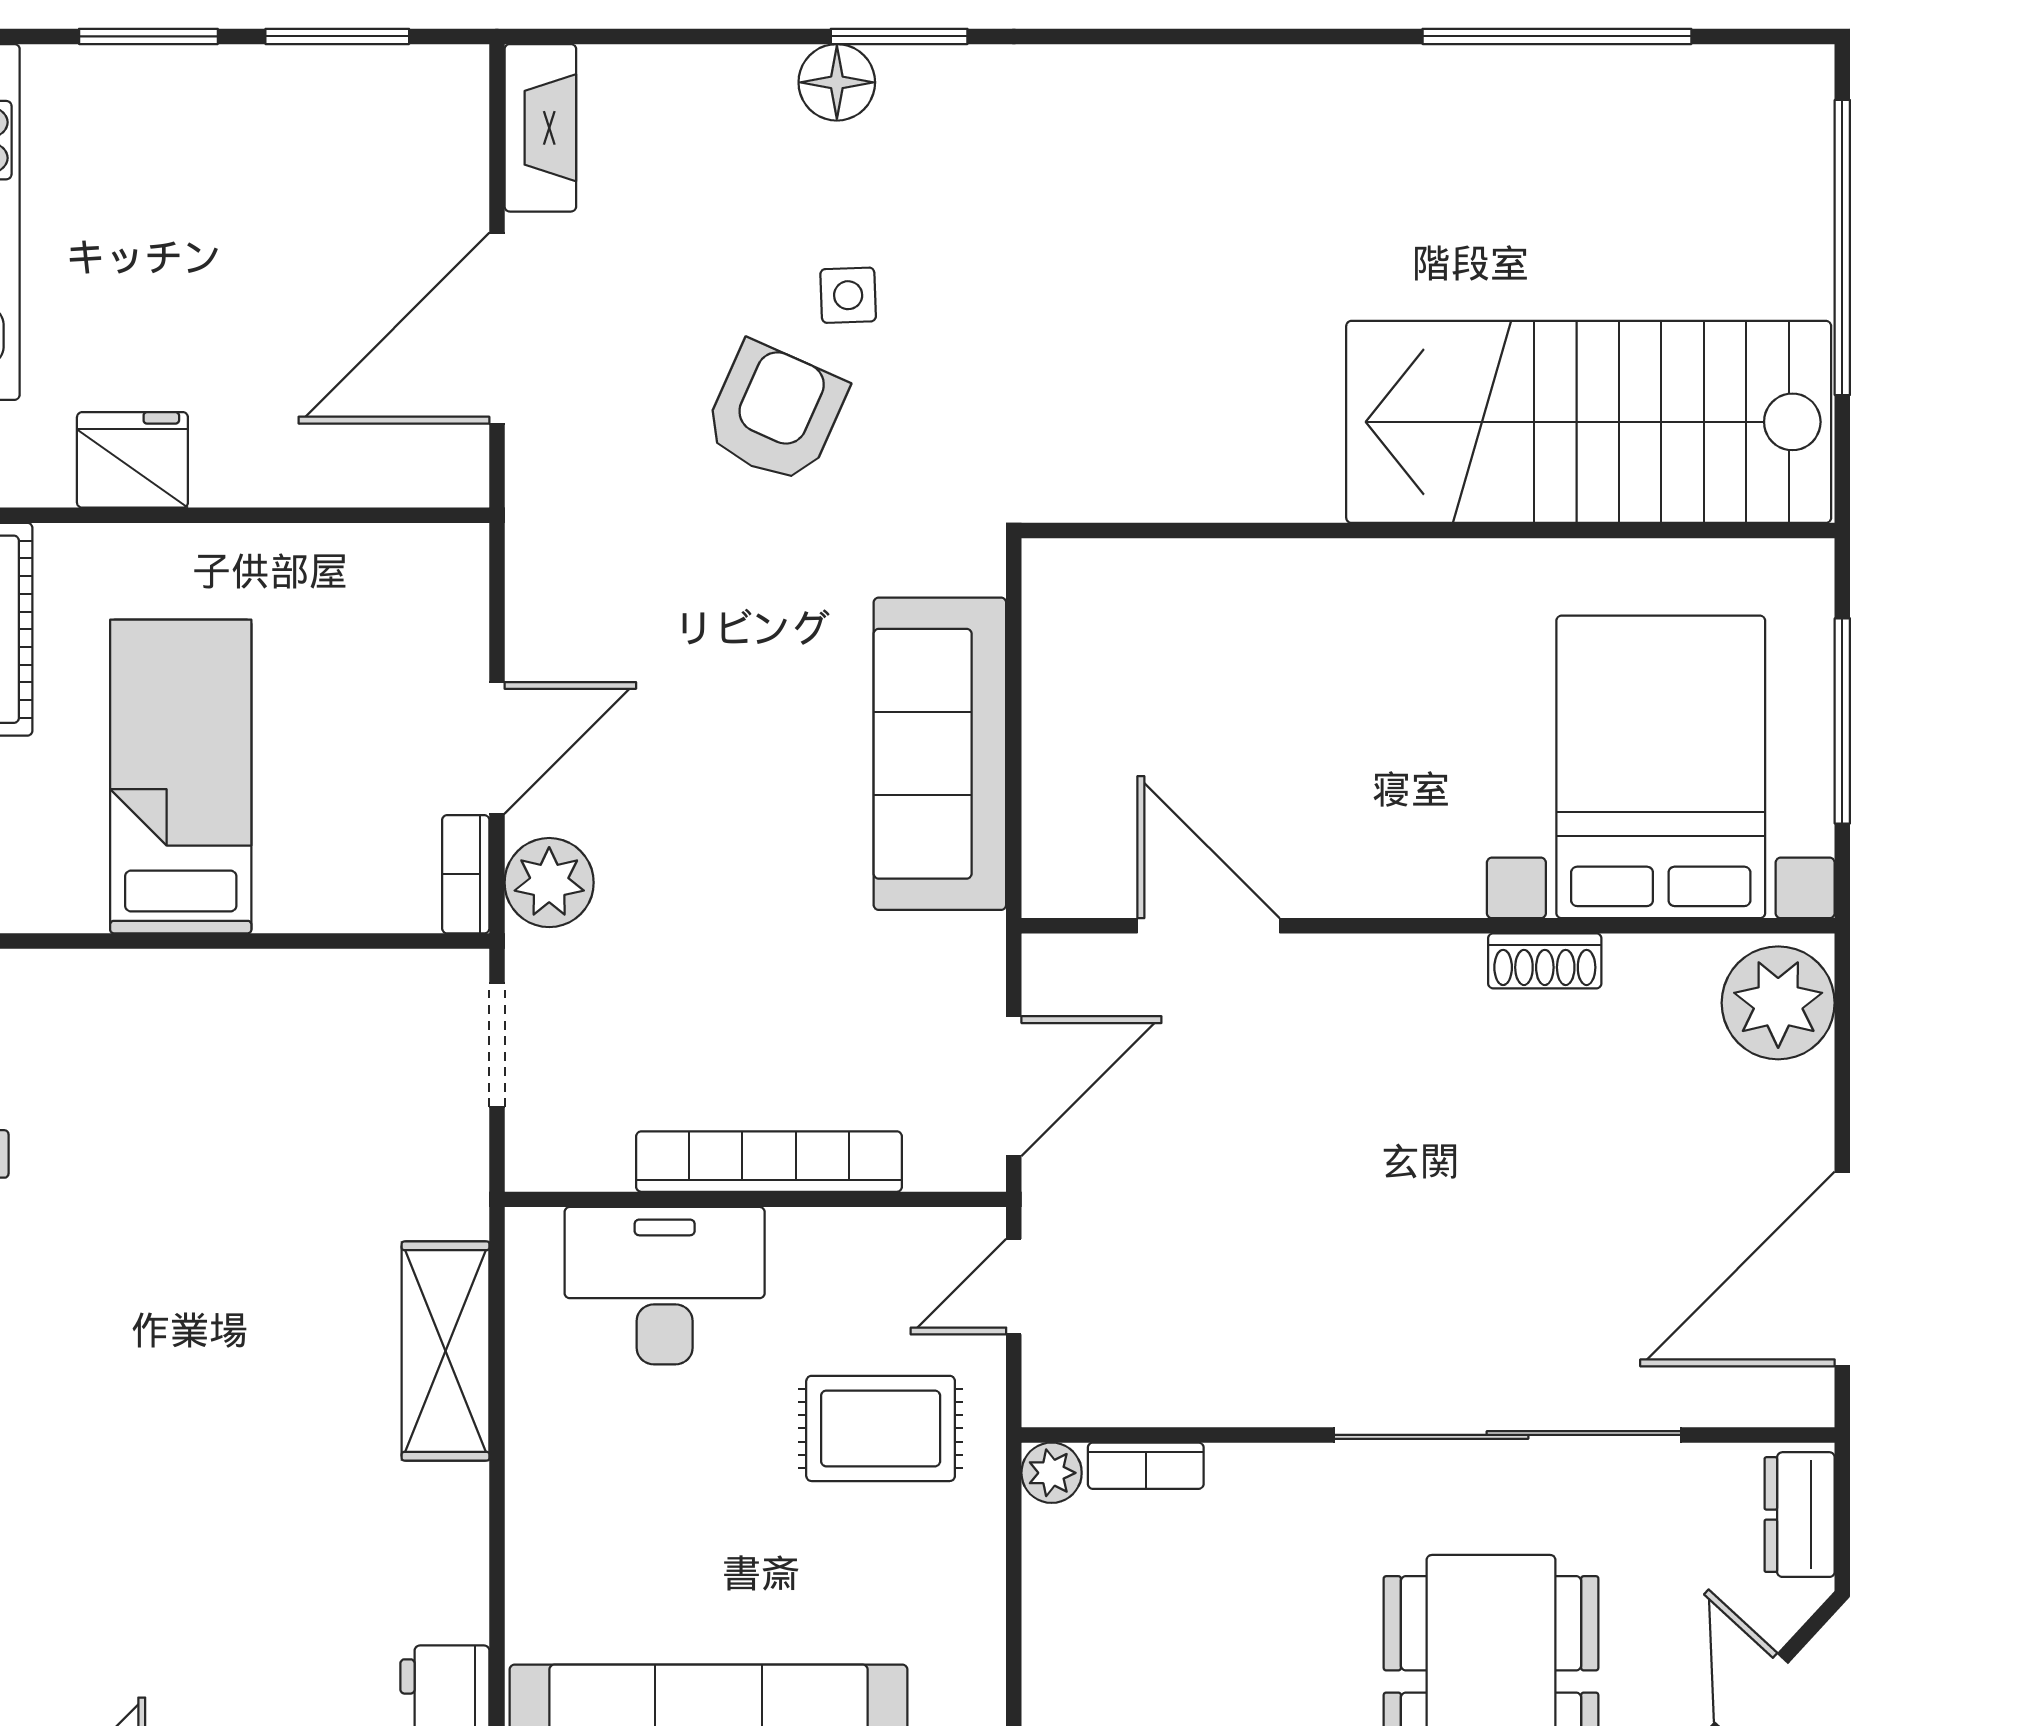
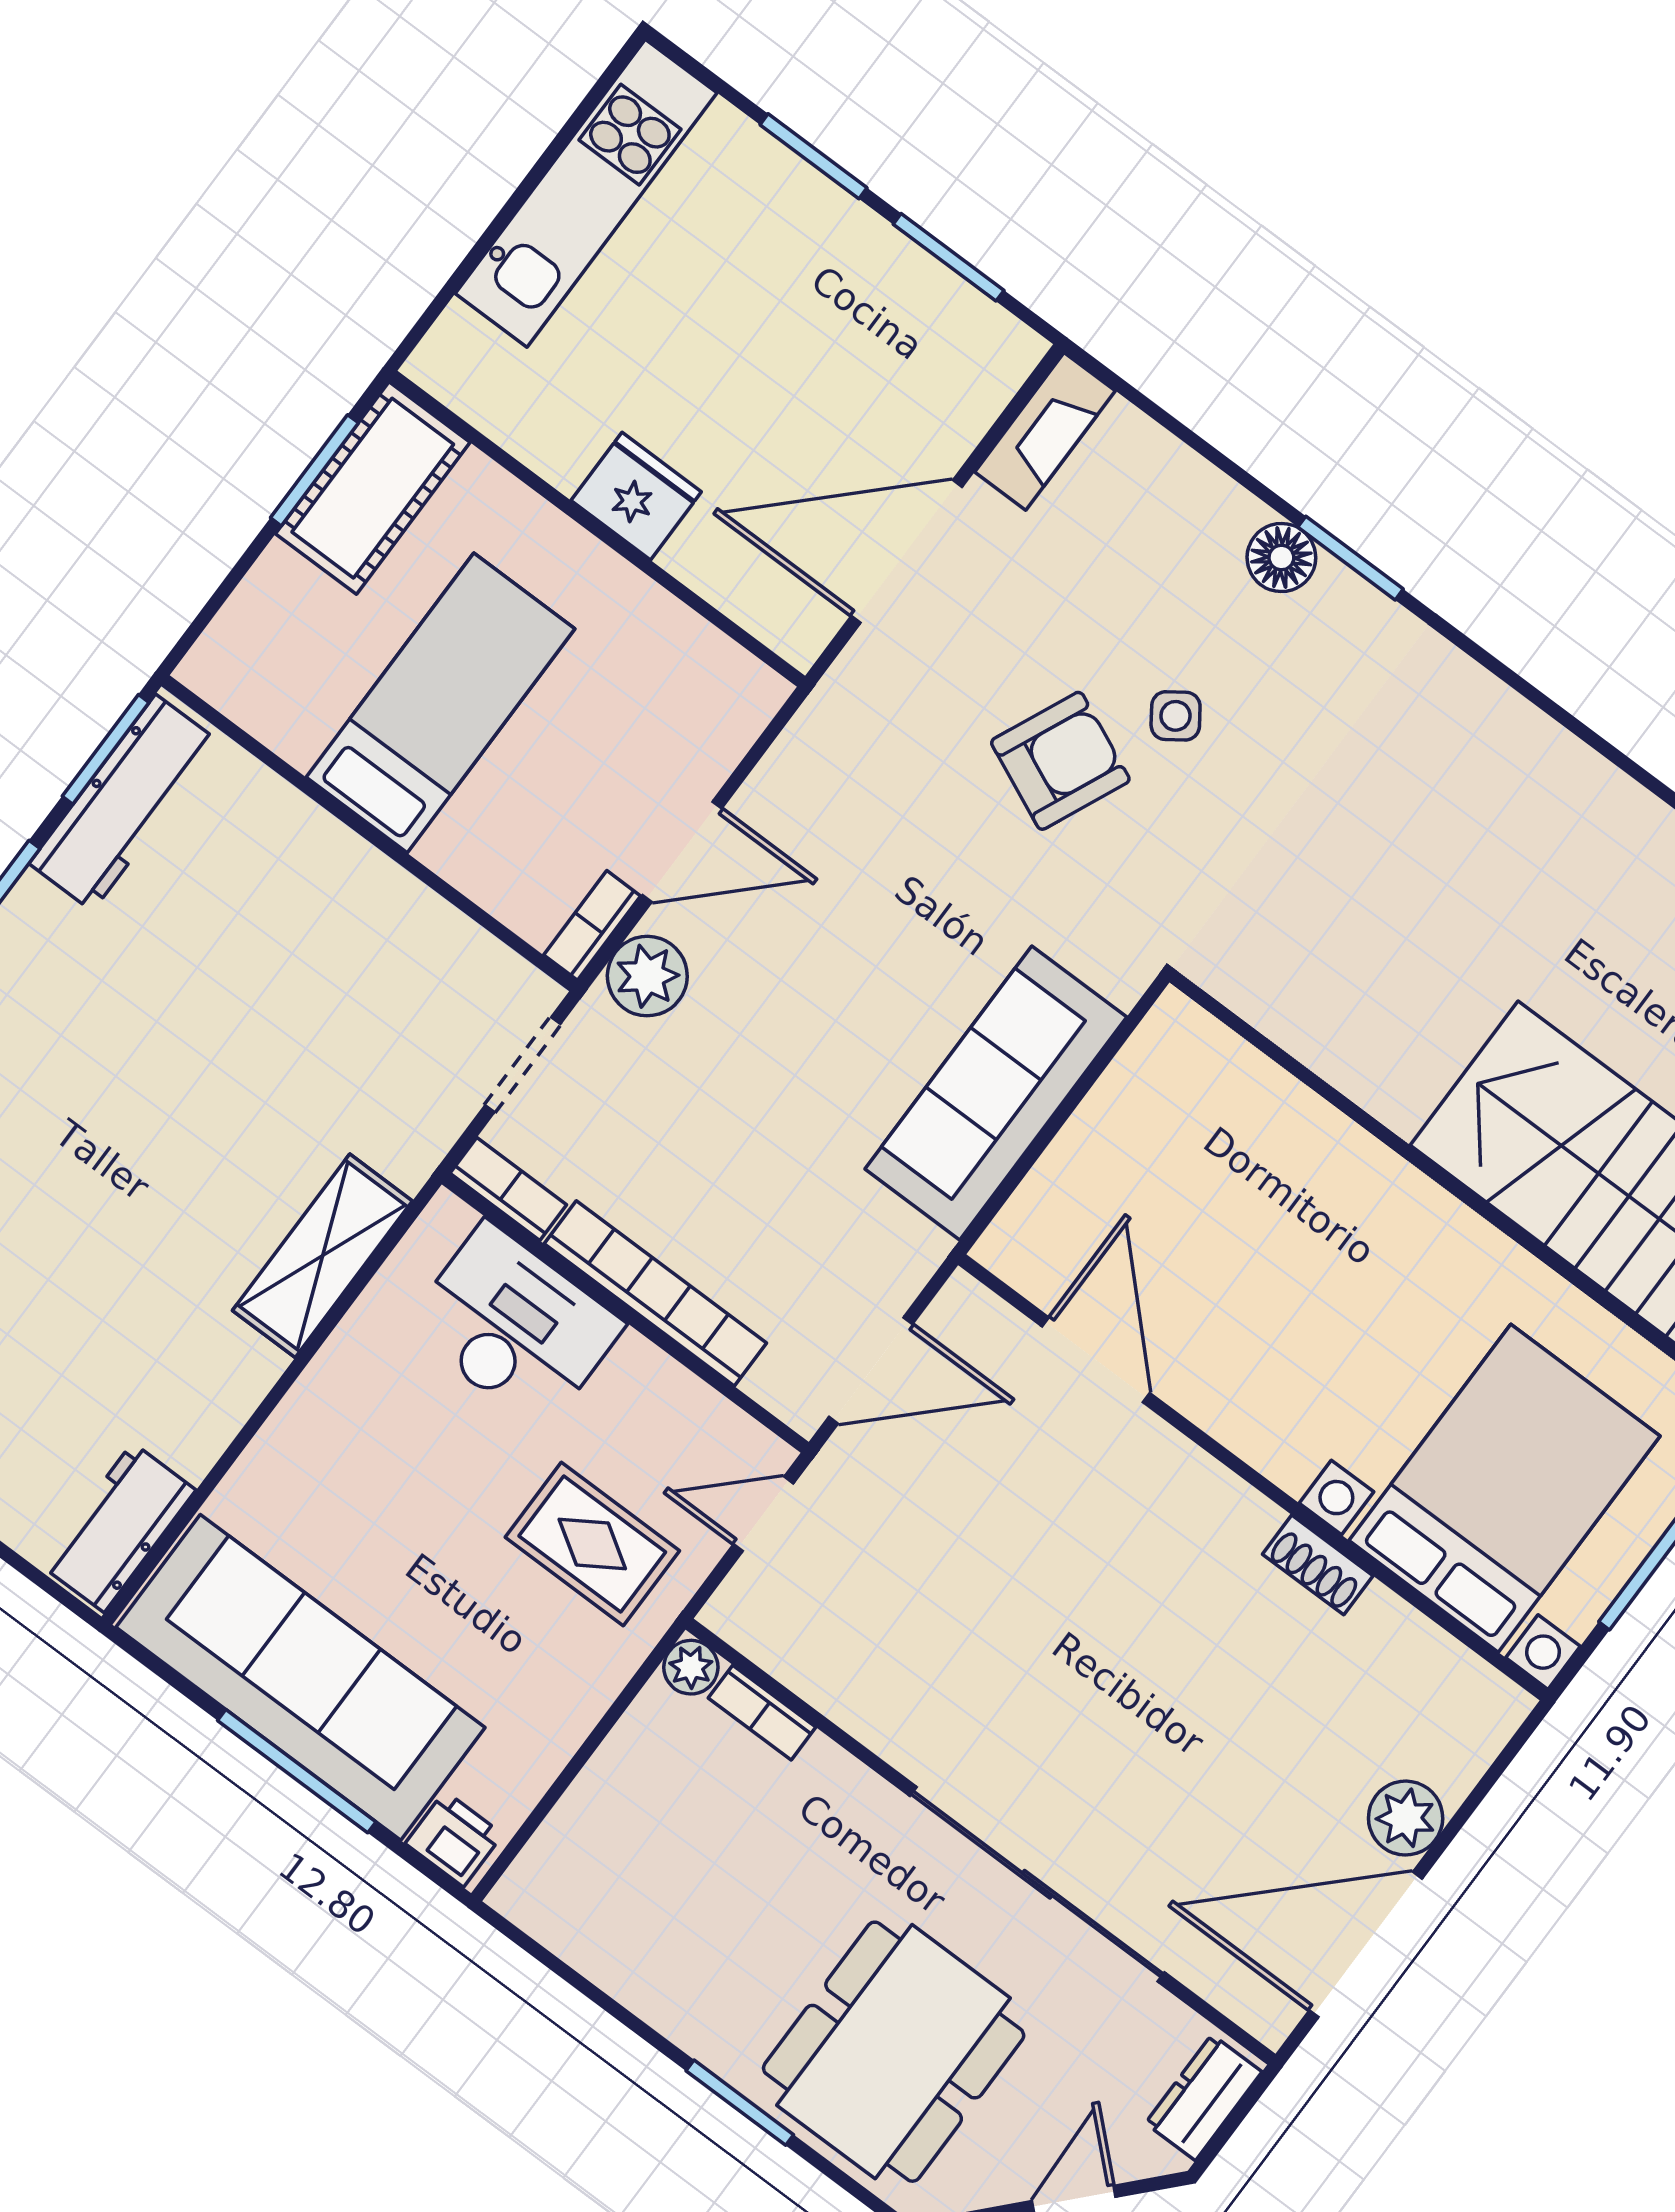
side table: (848, 295) -> (1176, 716), turned -33
fridge: (132, 460) -> (636, 496), moved
plant: (1778, 1003) -> (1406, 1818), moved, width x0.73, depth x0.73
bookcase: (567, 1167) -> (508, 1189), added

